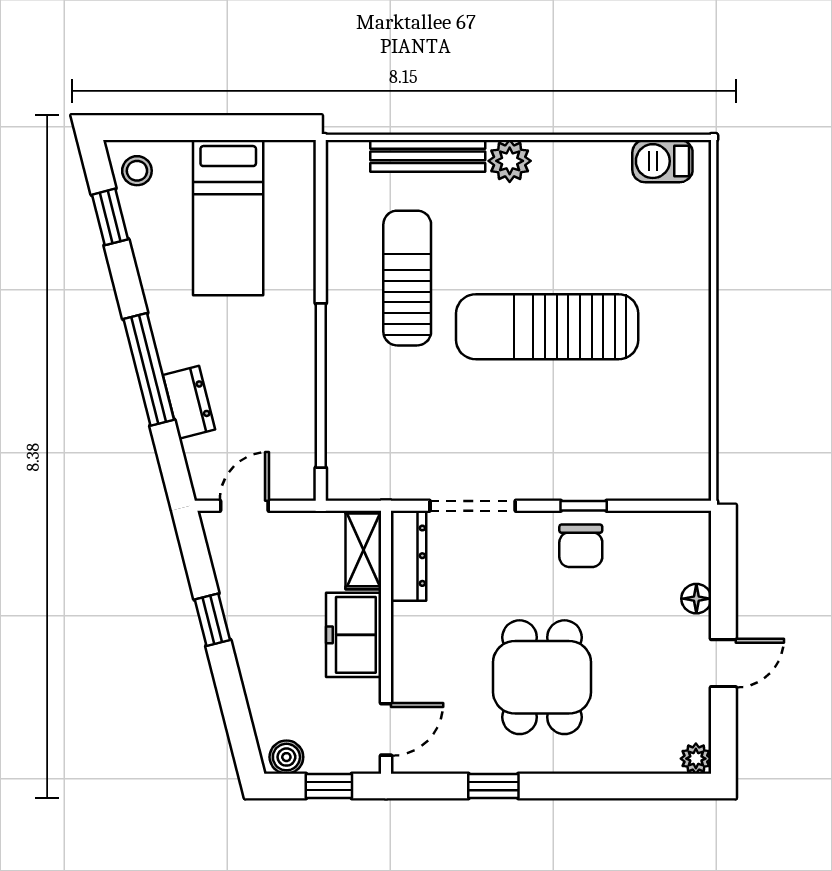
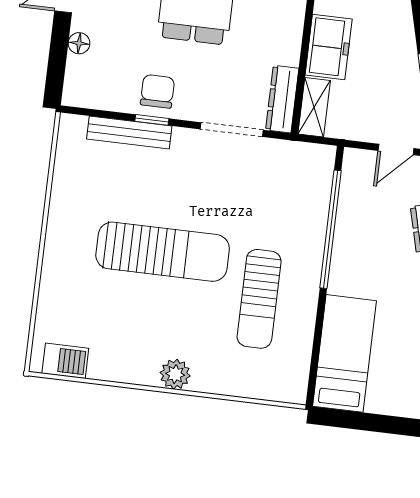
bench: (428, 156) -> (129, 132), moved
bed: (228, 218) -> (345, 353), moved

